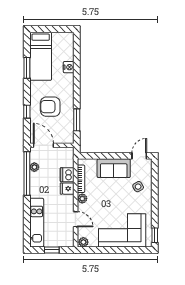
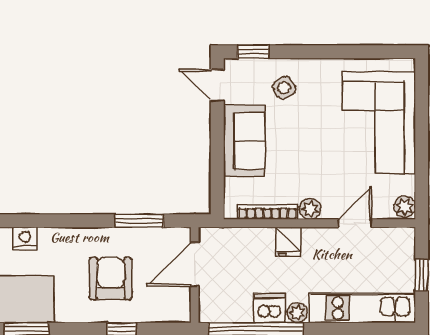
armchair: (50, 107) -> (111, 278), turned 180
door: (43, 145) -> (195, 264), moved
plant: (34, 167) -> (297, 313), moved
dishwasher: (67, 175) -> (270, 308), moved, turned 180
window: (155, 235) -> (253, 52), moved

